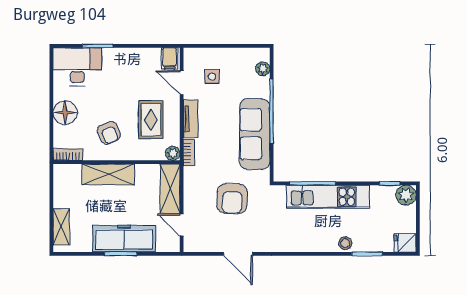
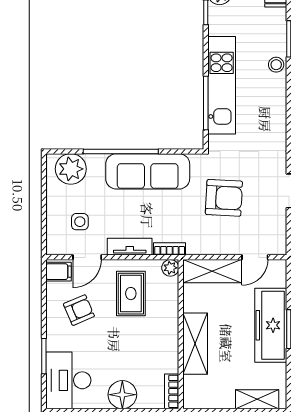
plant: (263, 69) -> (71, 169), width x1.87, depth x1.87
rug: (151, 120) -> (131, 294), turned 90
armchair: (109, 133) -> (79, 310), moved

